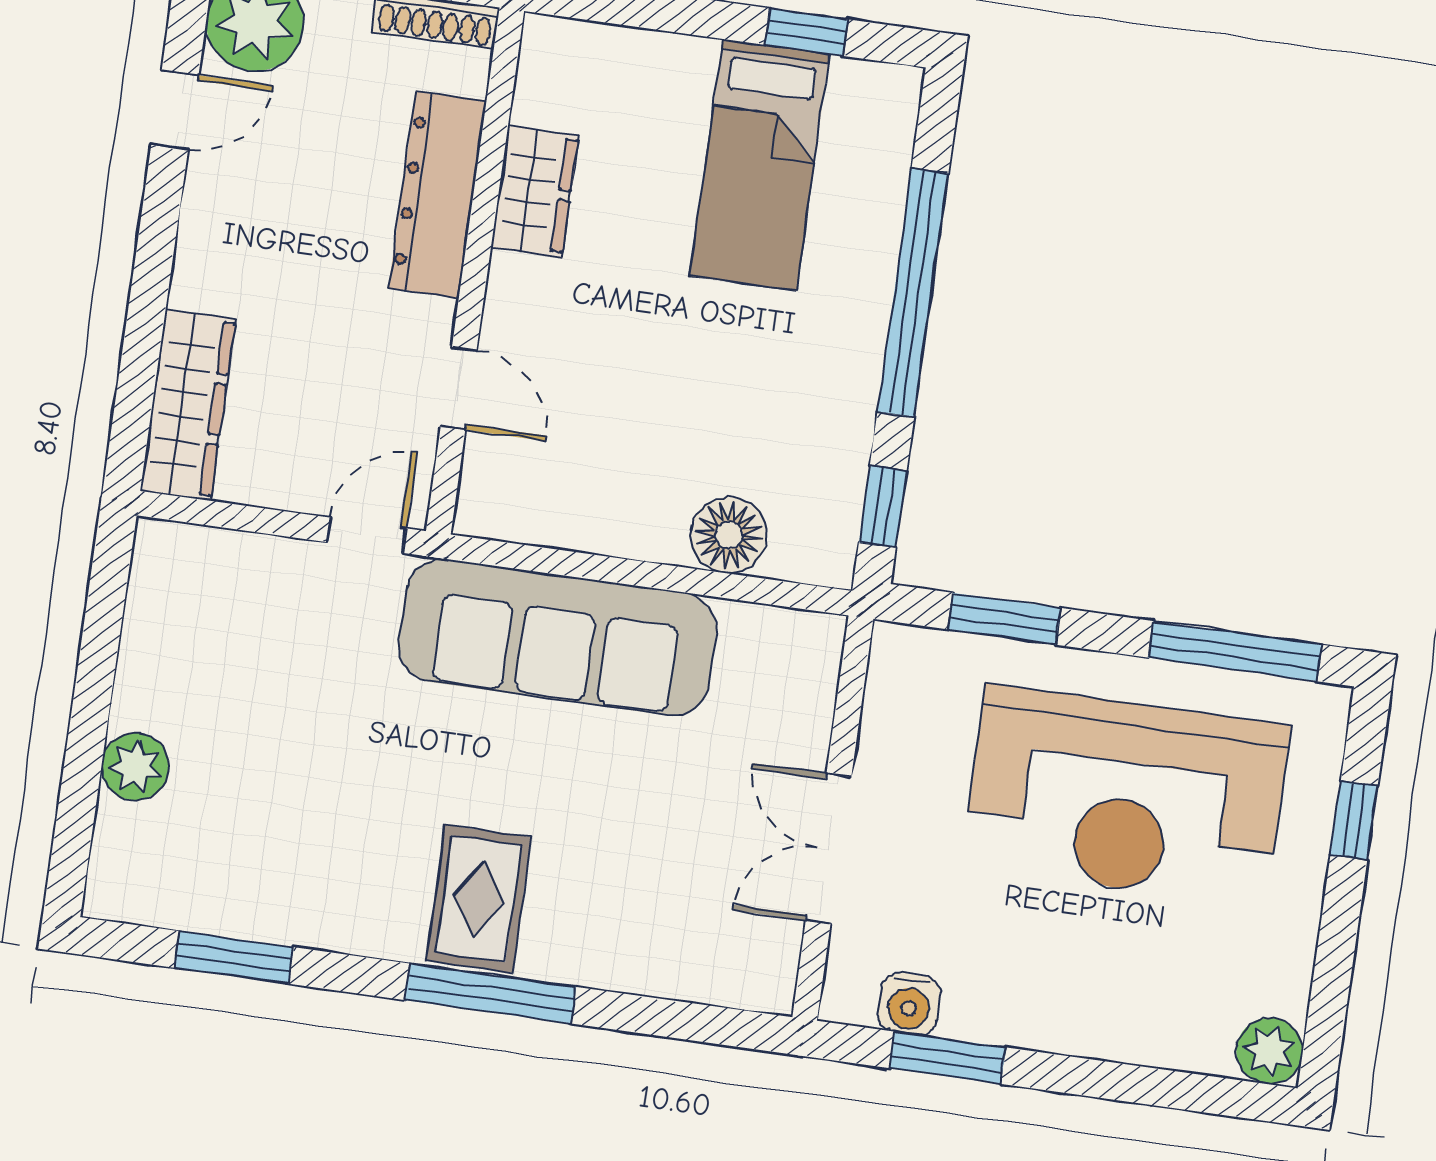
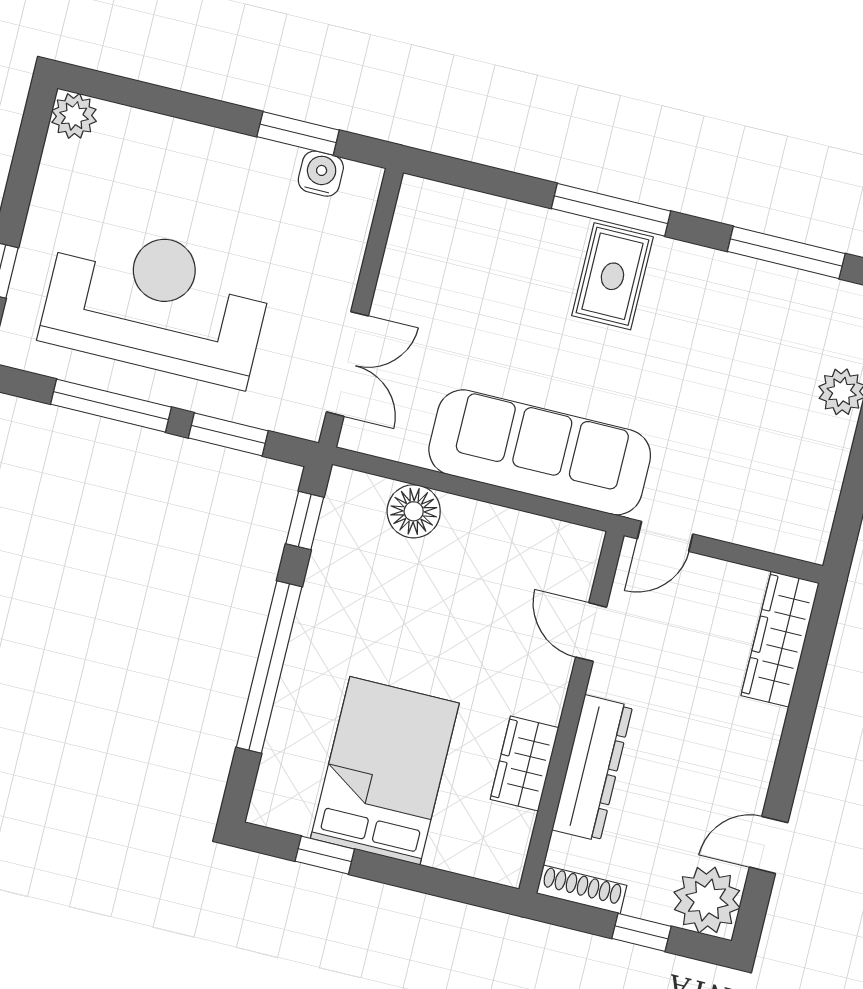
bed: (760, 165) -> (385, 771), width x1.50
window: (1235, 651) -> (111, 406), moved
double door: (829, 849) -> (347, 364), moved
window: (234, 957) -> (786, 252), width x1.44

